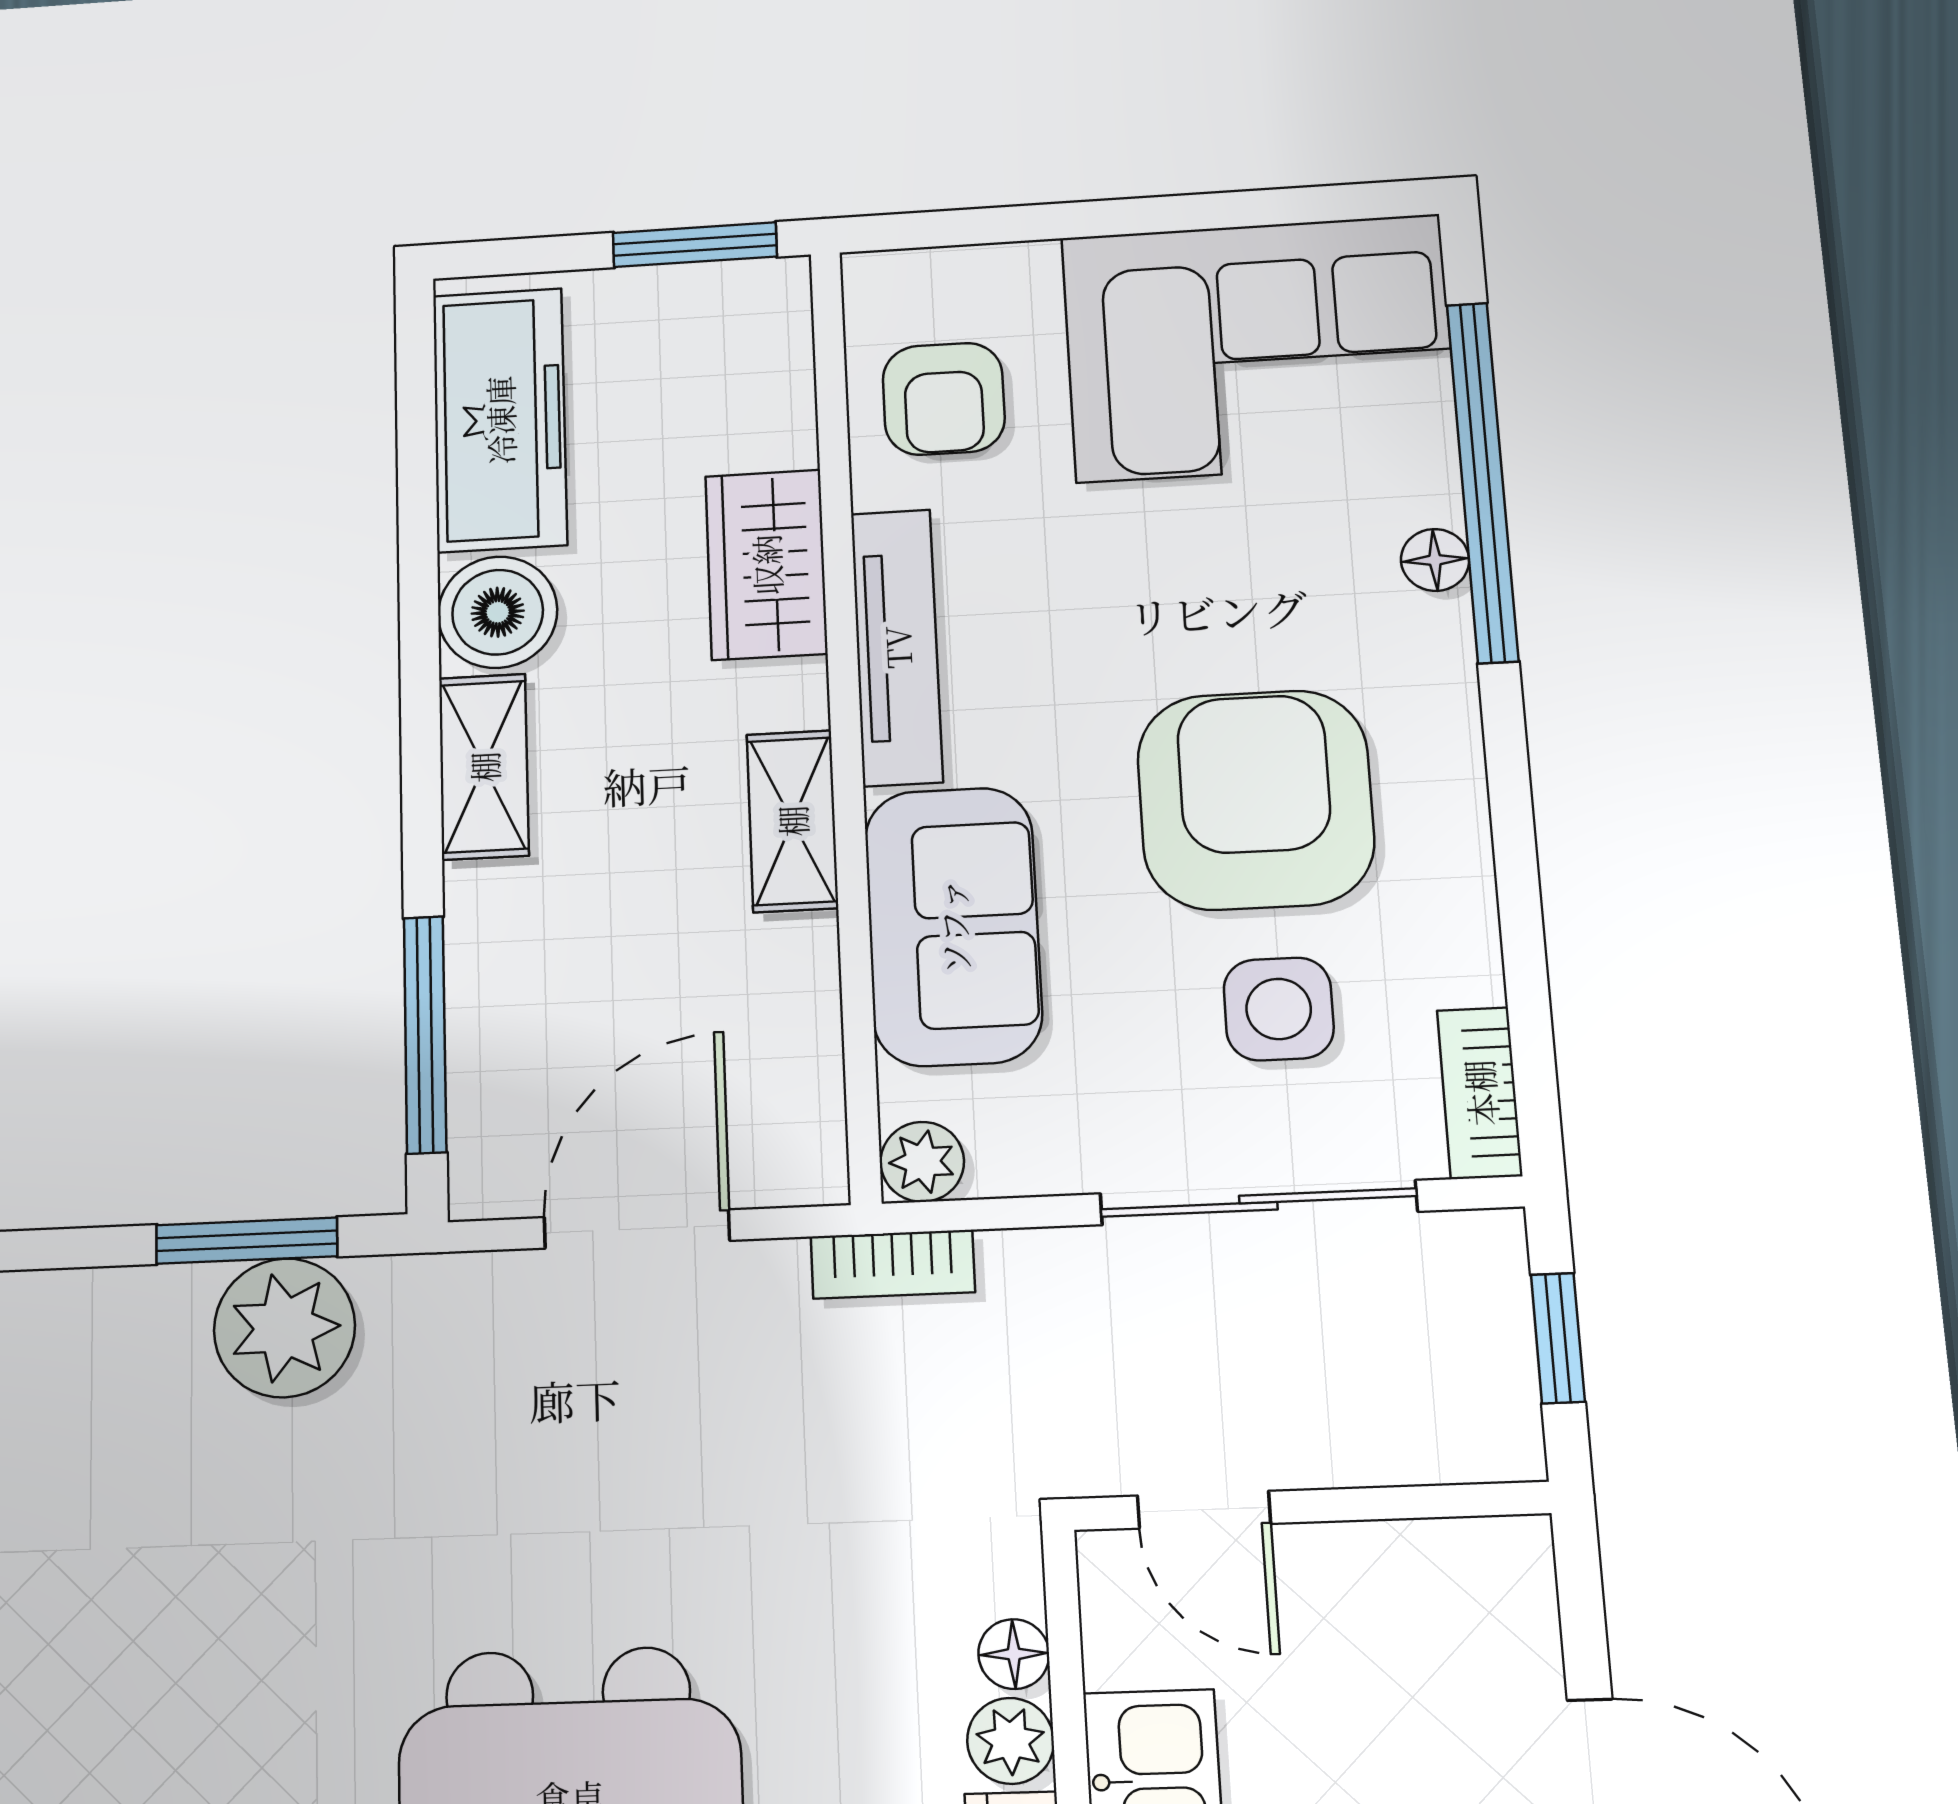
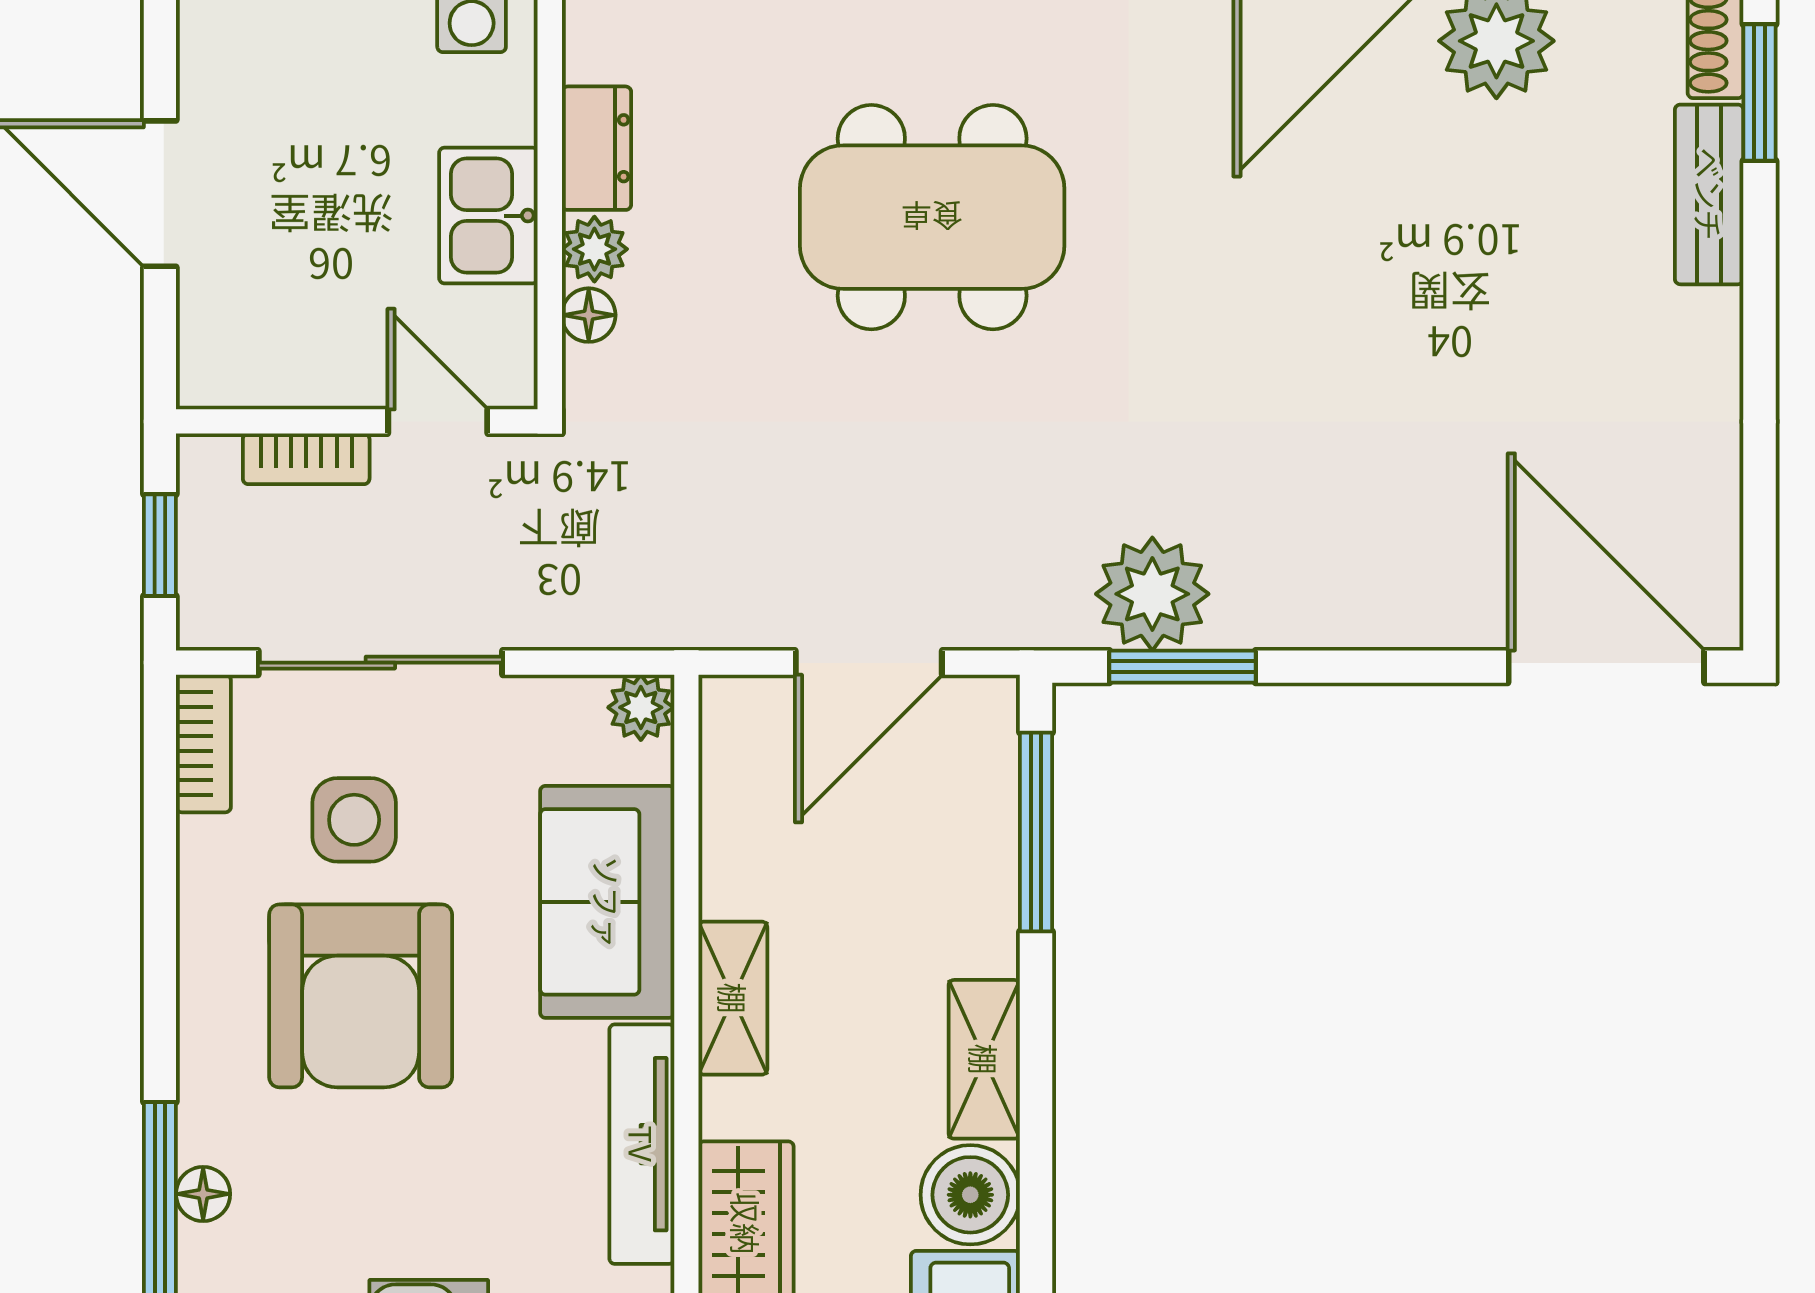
bookcase: (893, 1264) -> (306, 459), moved, turned 180

